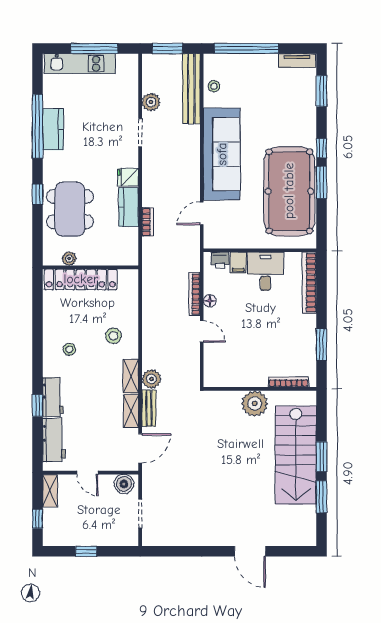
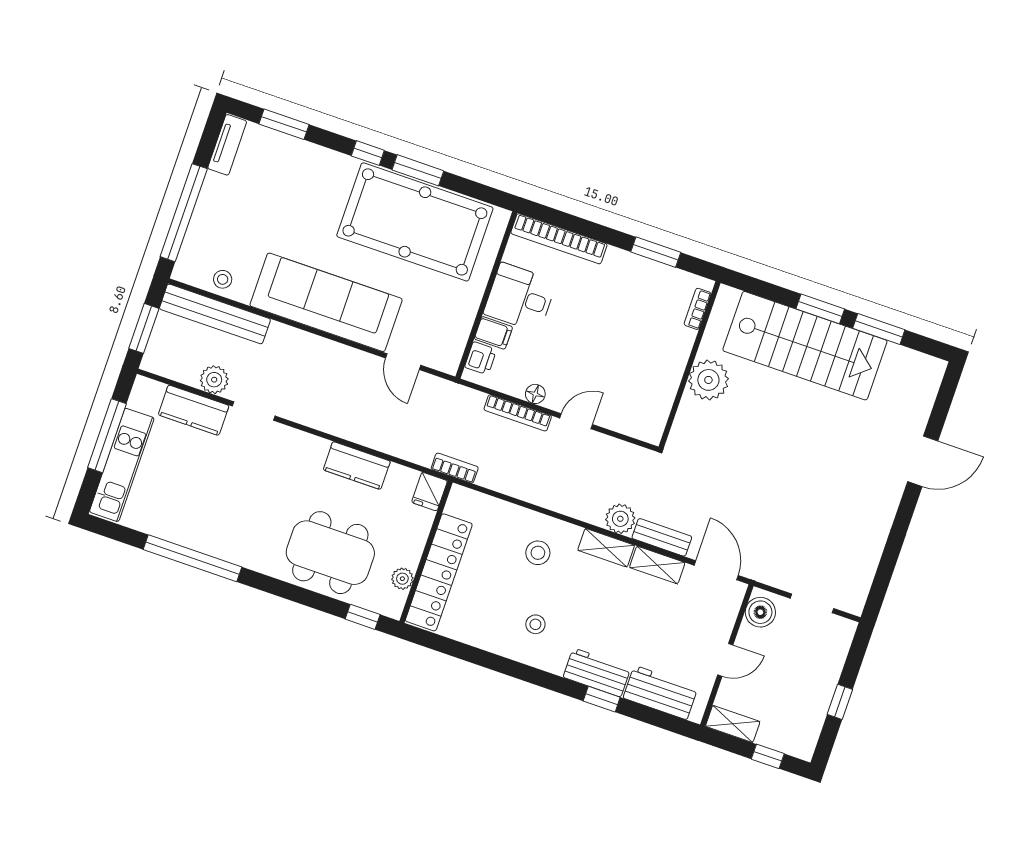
kitchen counter: (53, 129) -> (194, 410), moved, turned 180
fridge: (128, 177) -> (430, 492), moved
window: (38, 194) -> (363, 617), moved
bookcase: (148, 222) -> (455, 468), moved
bookcase: (289, 382) -> (698, 309), width x0.64

